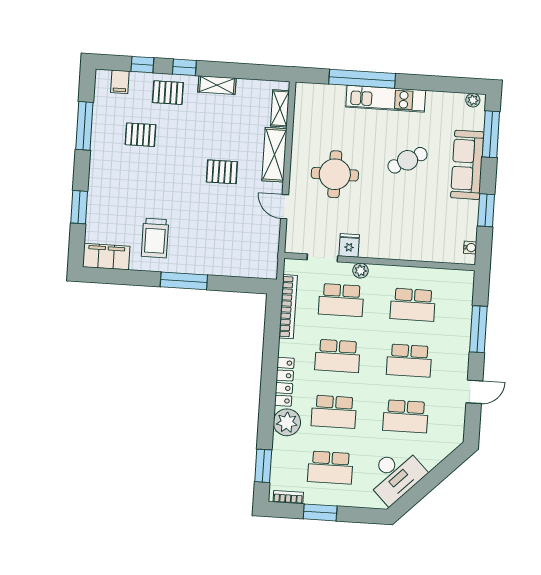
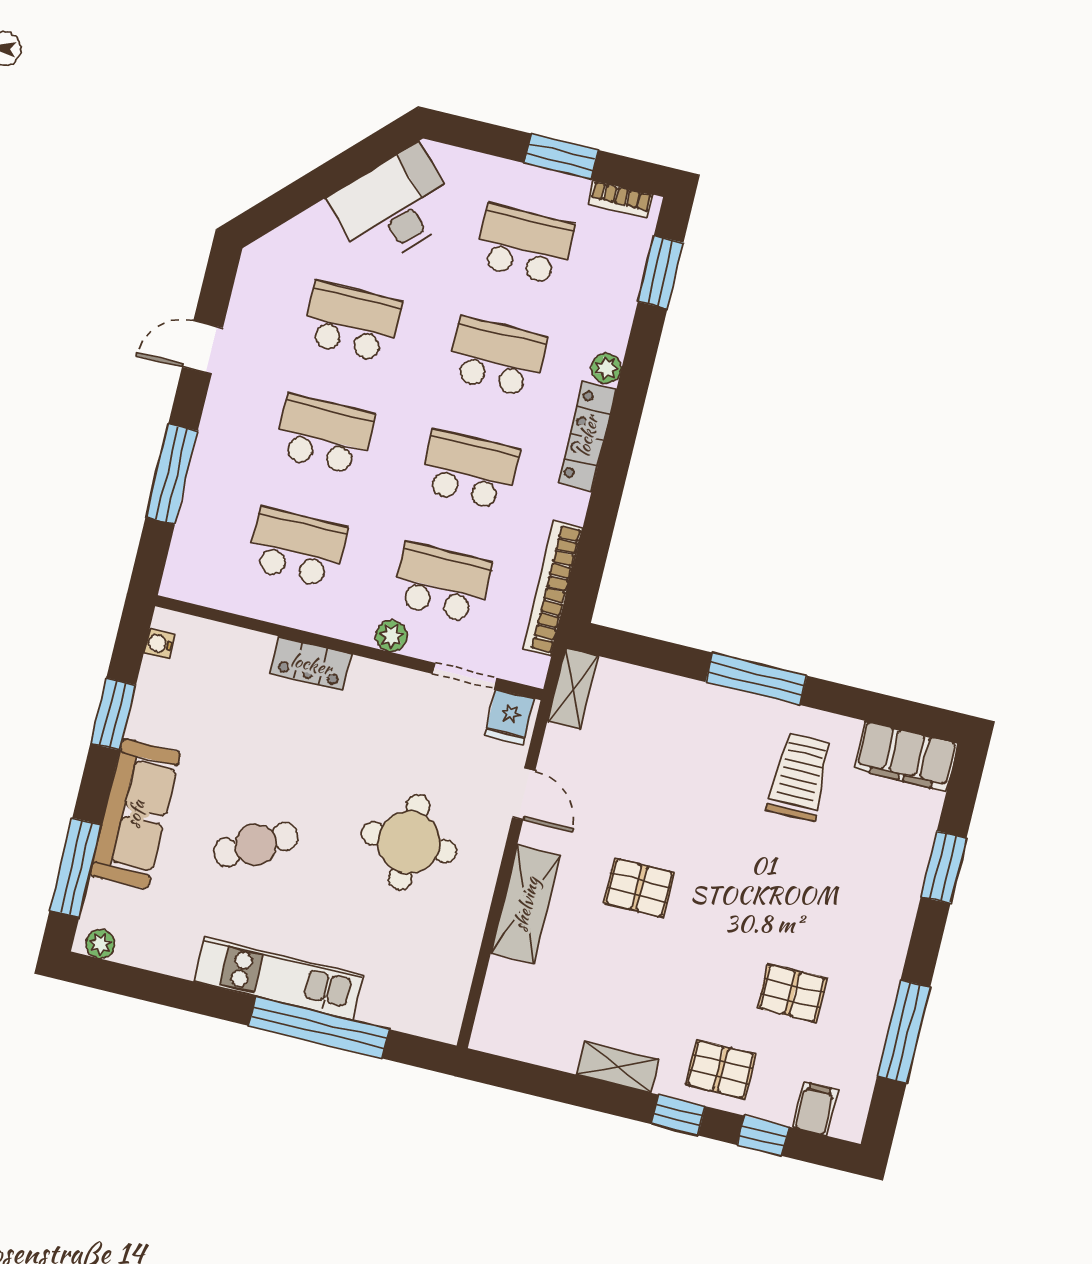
shelving: (280, 108) -> (573, 689), moved
fridge: (349, 245) -> (510, 717), moved
locker: (397, 251) -> (311, 664), added
plant: (287, 422) -> (606, 368), width x0.53, depth x0.53

